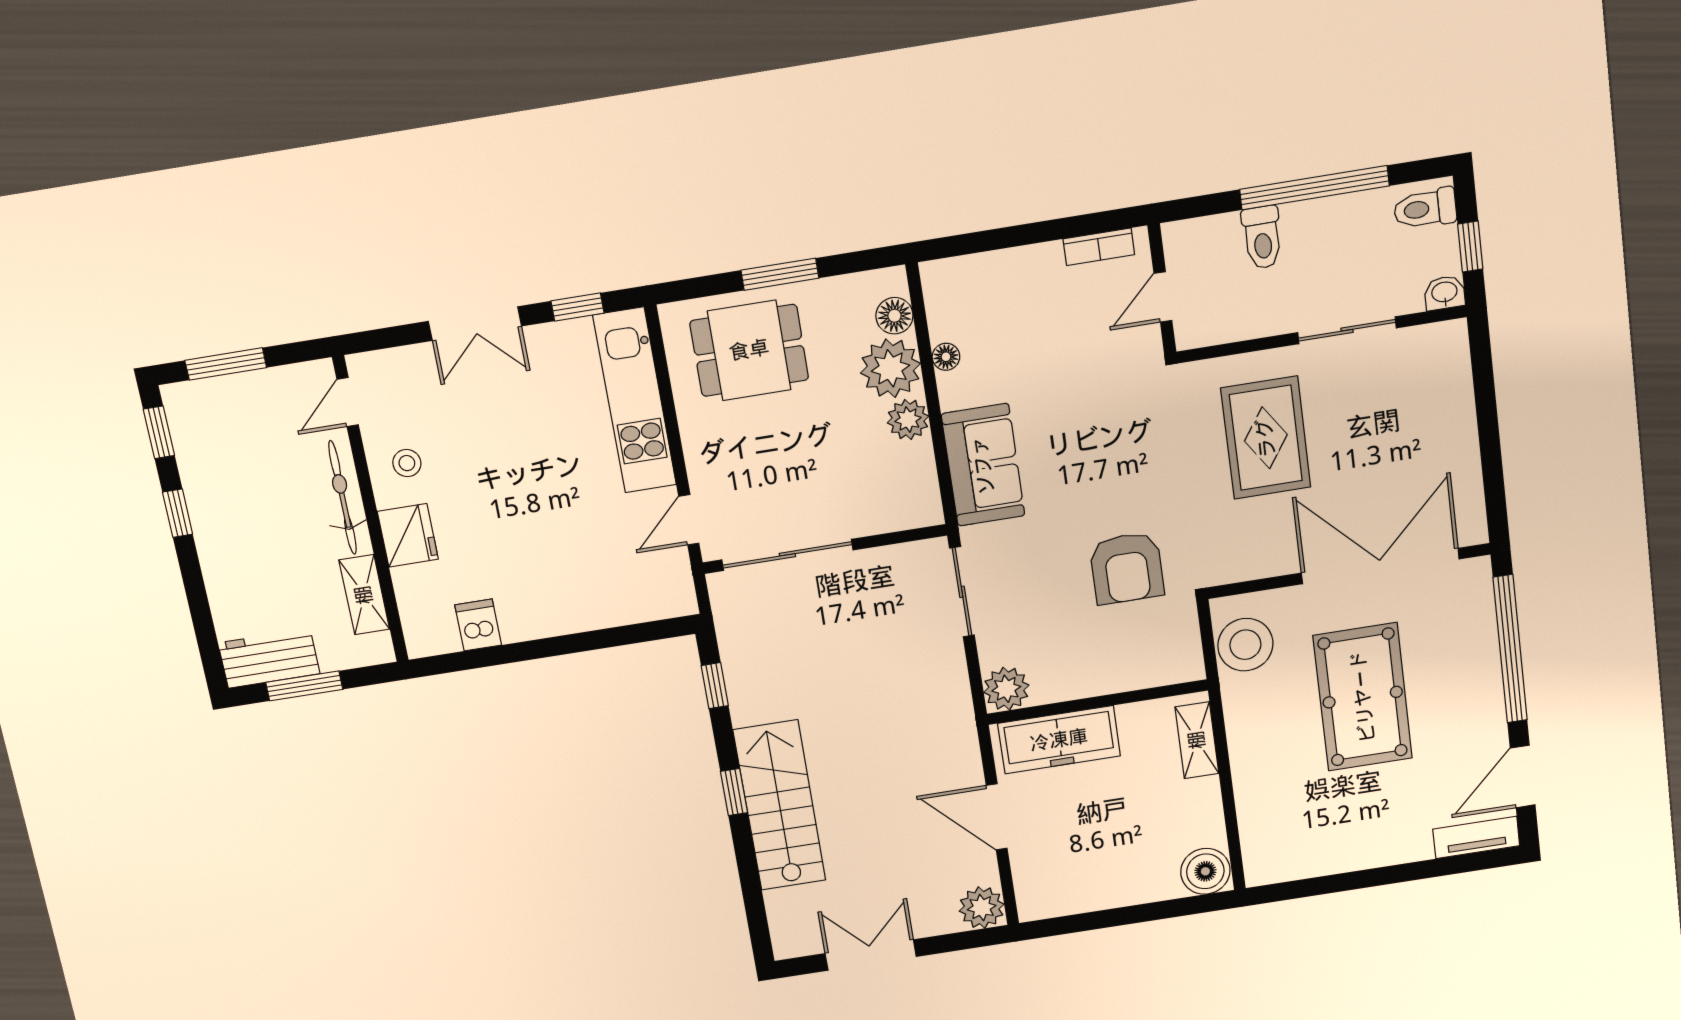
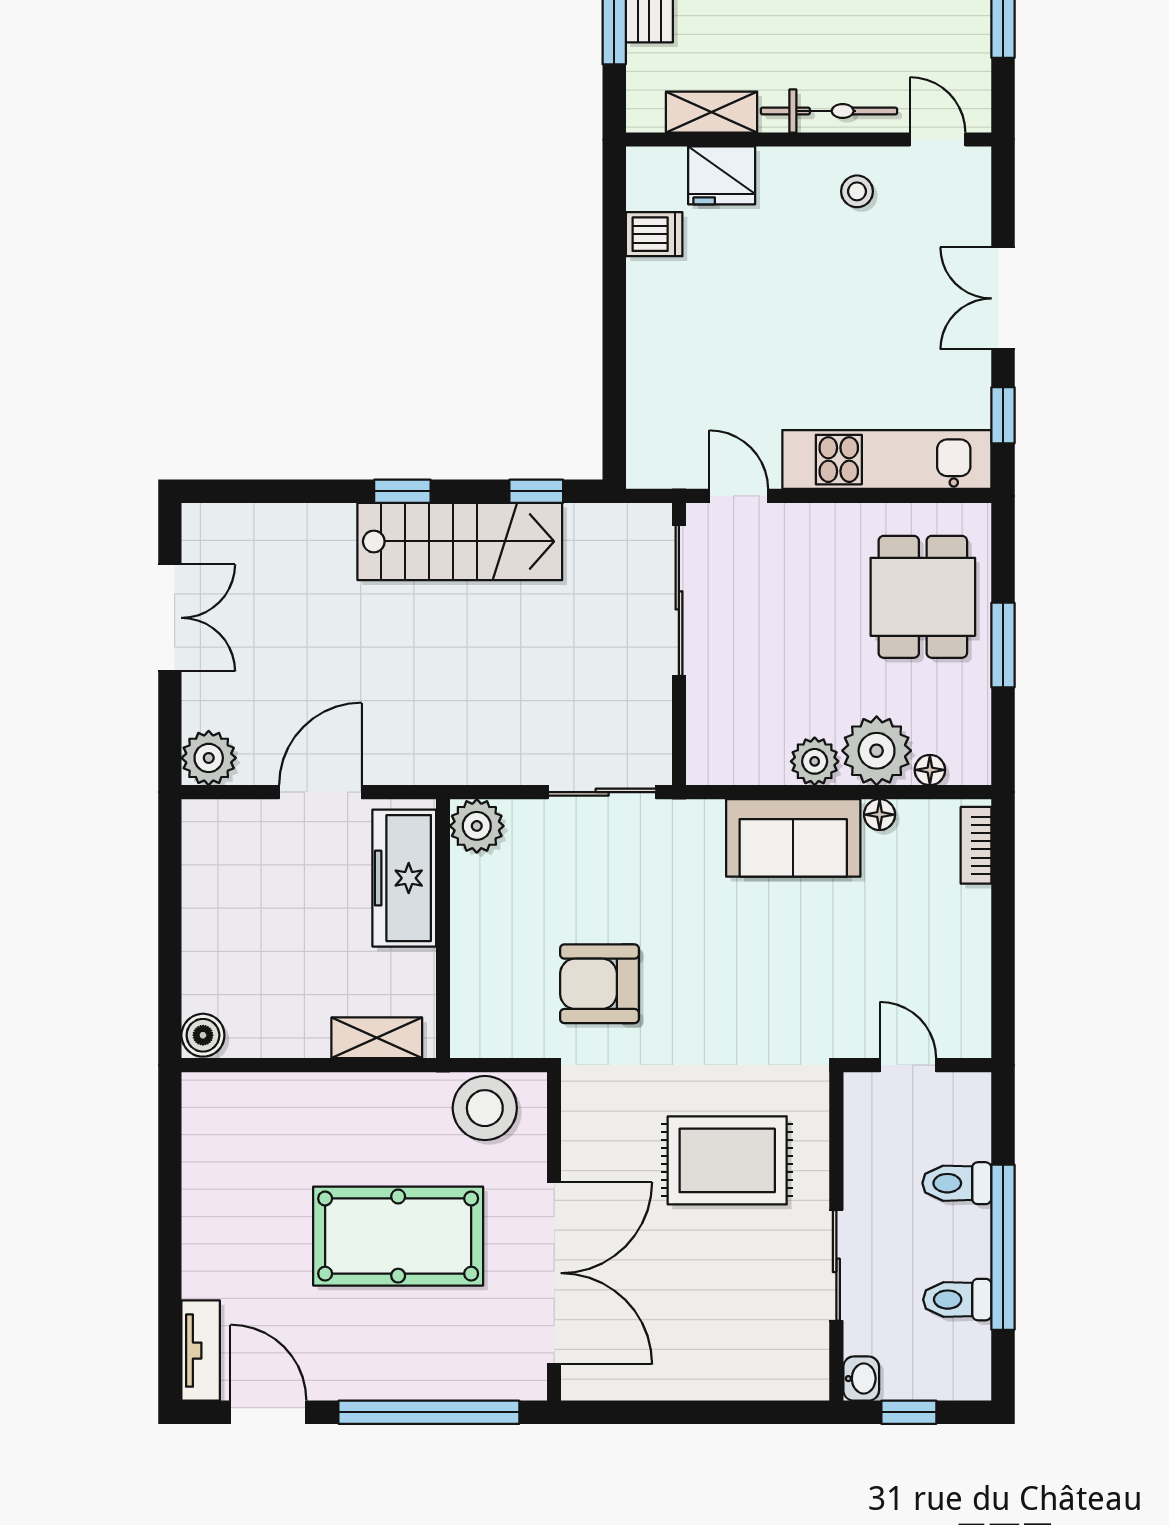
toilet: (1425, 209) -> (957, 1300), moved, turned -90
bookcase: (1099, 247) -> (976, 845), moved
floor lamp: (894, 316) -> (930, 770), width x0.73, depth x0.73
sofa: (983, 465) -> (793, 838), moved
fridge: (408, 535) -> (722, 175), moved
stairs: (780, 805) -> (460, 541), moved
boiler: (1205, 871) -> (203, 1035), width x0.73, depth x0.73

